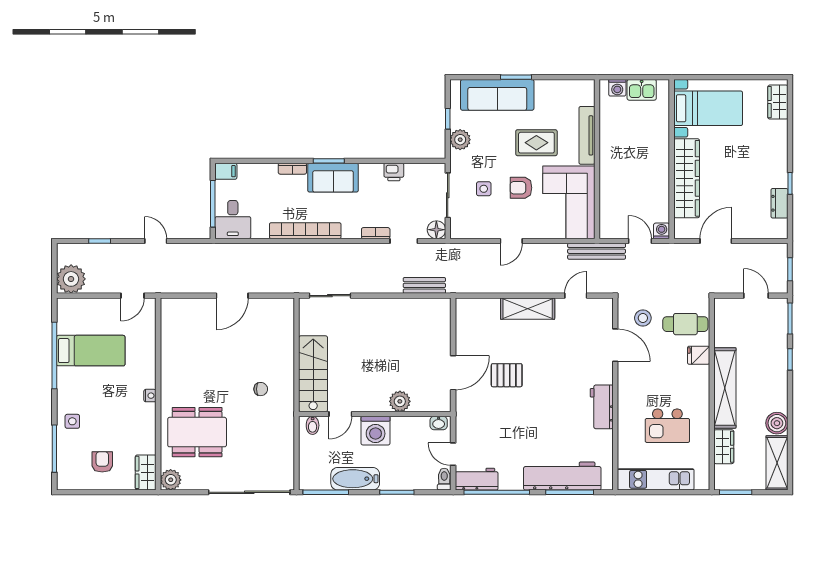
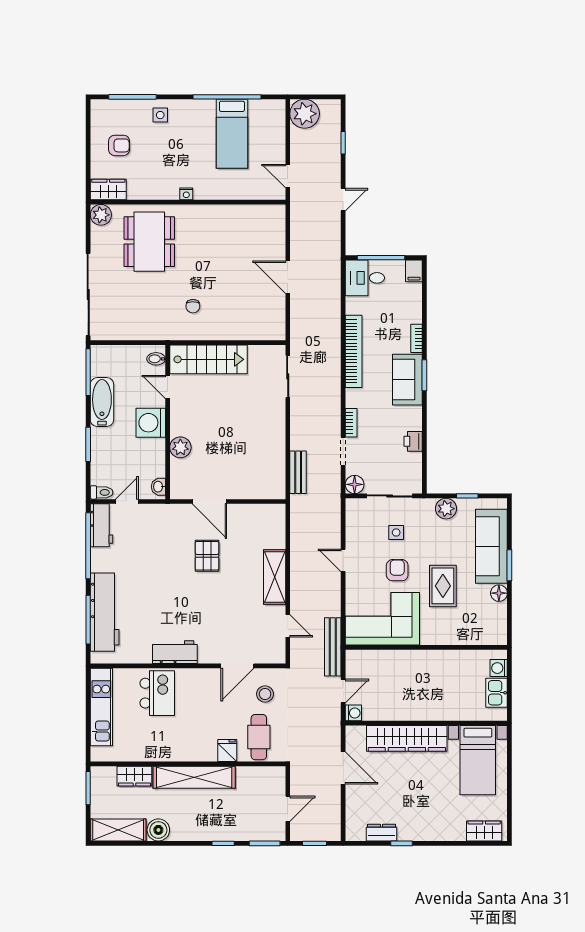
floor lamp: (543, 87) -> (499, 593), added
tv unit: (587, 135) -> (450, 637), removed
kitchen island: (667, 426) -> (157, 693), moved, turned 180

